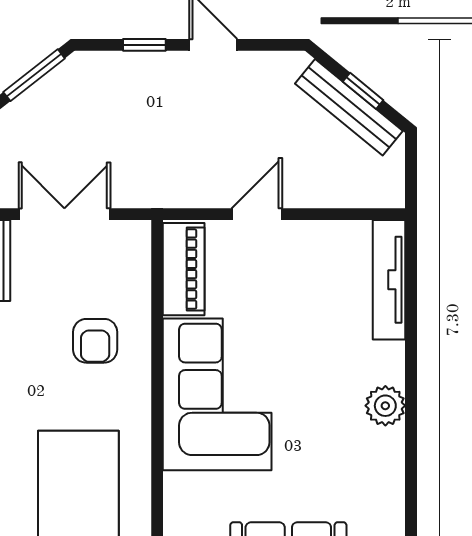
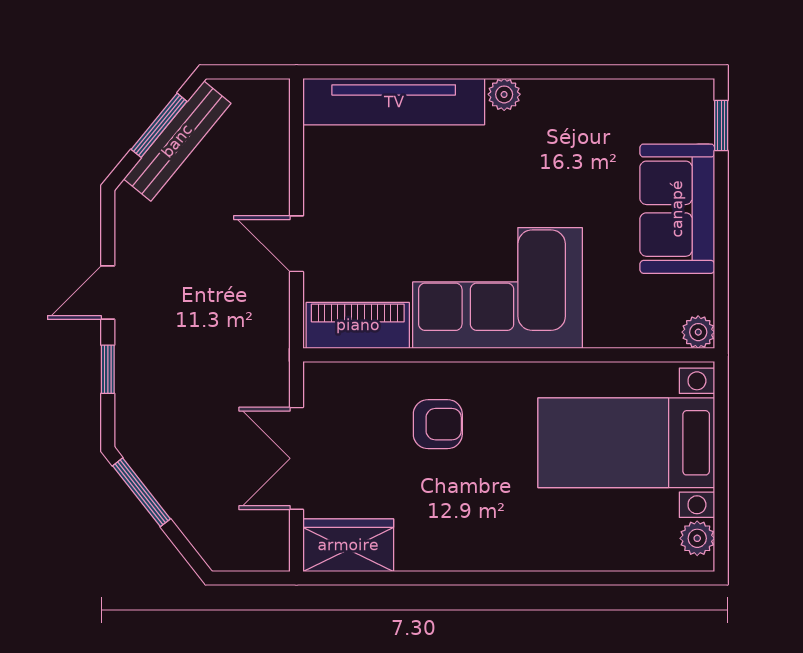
window: (363, 91) -> (159, 125), width x1.50
tv unit: (389, 280) -> (394, 102), width x1.36, depth x1.29
plant: (385, 406) -> (504, 94), width x0.73, depth x0.73

